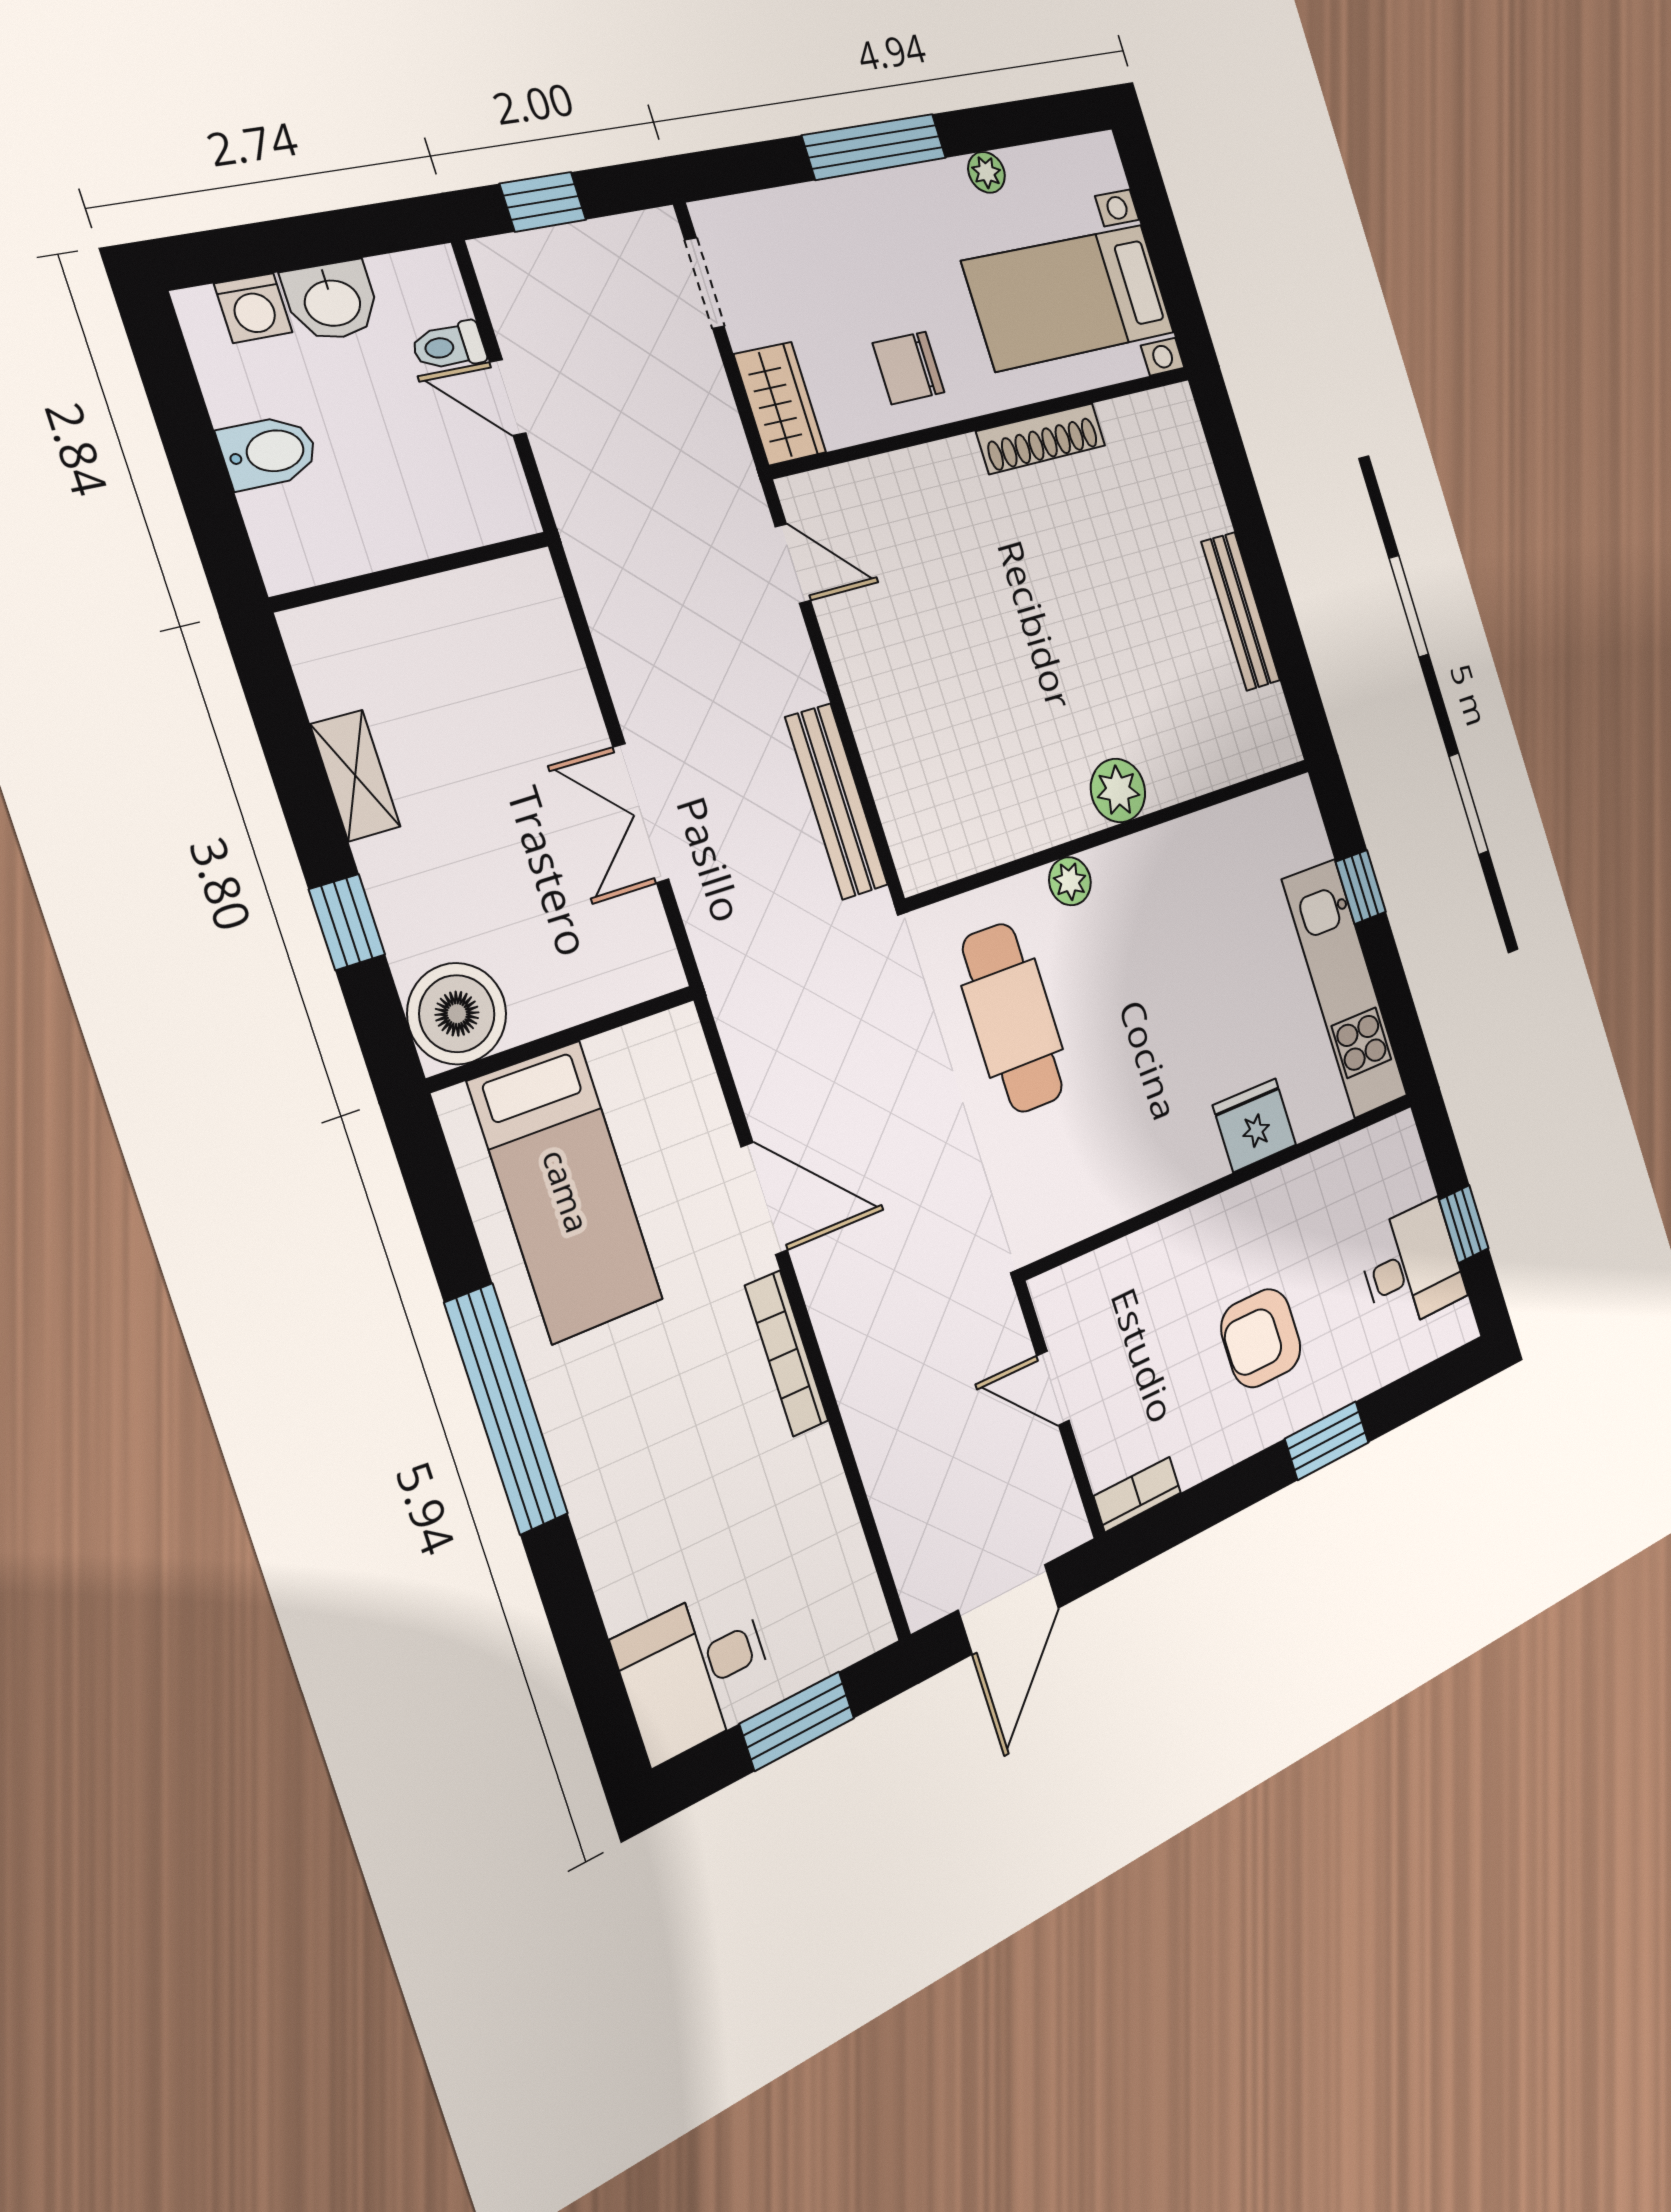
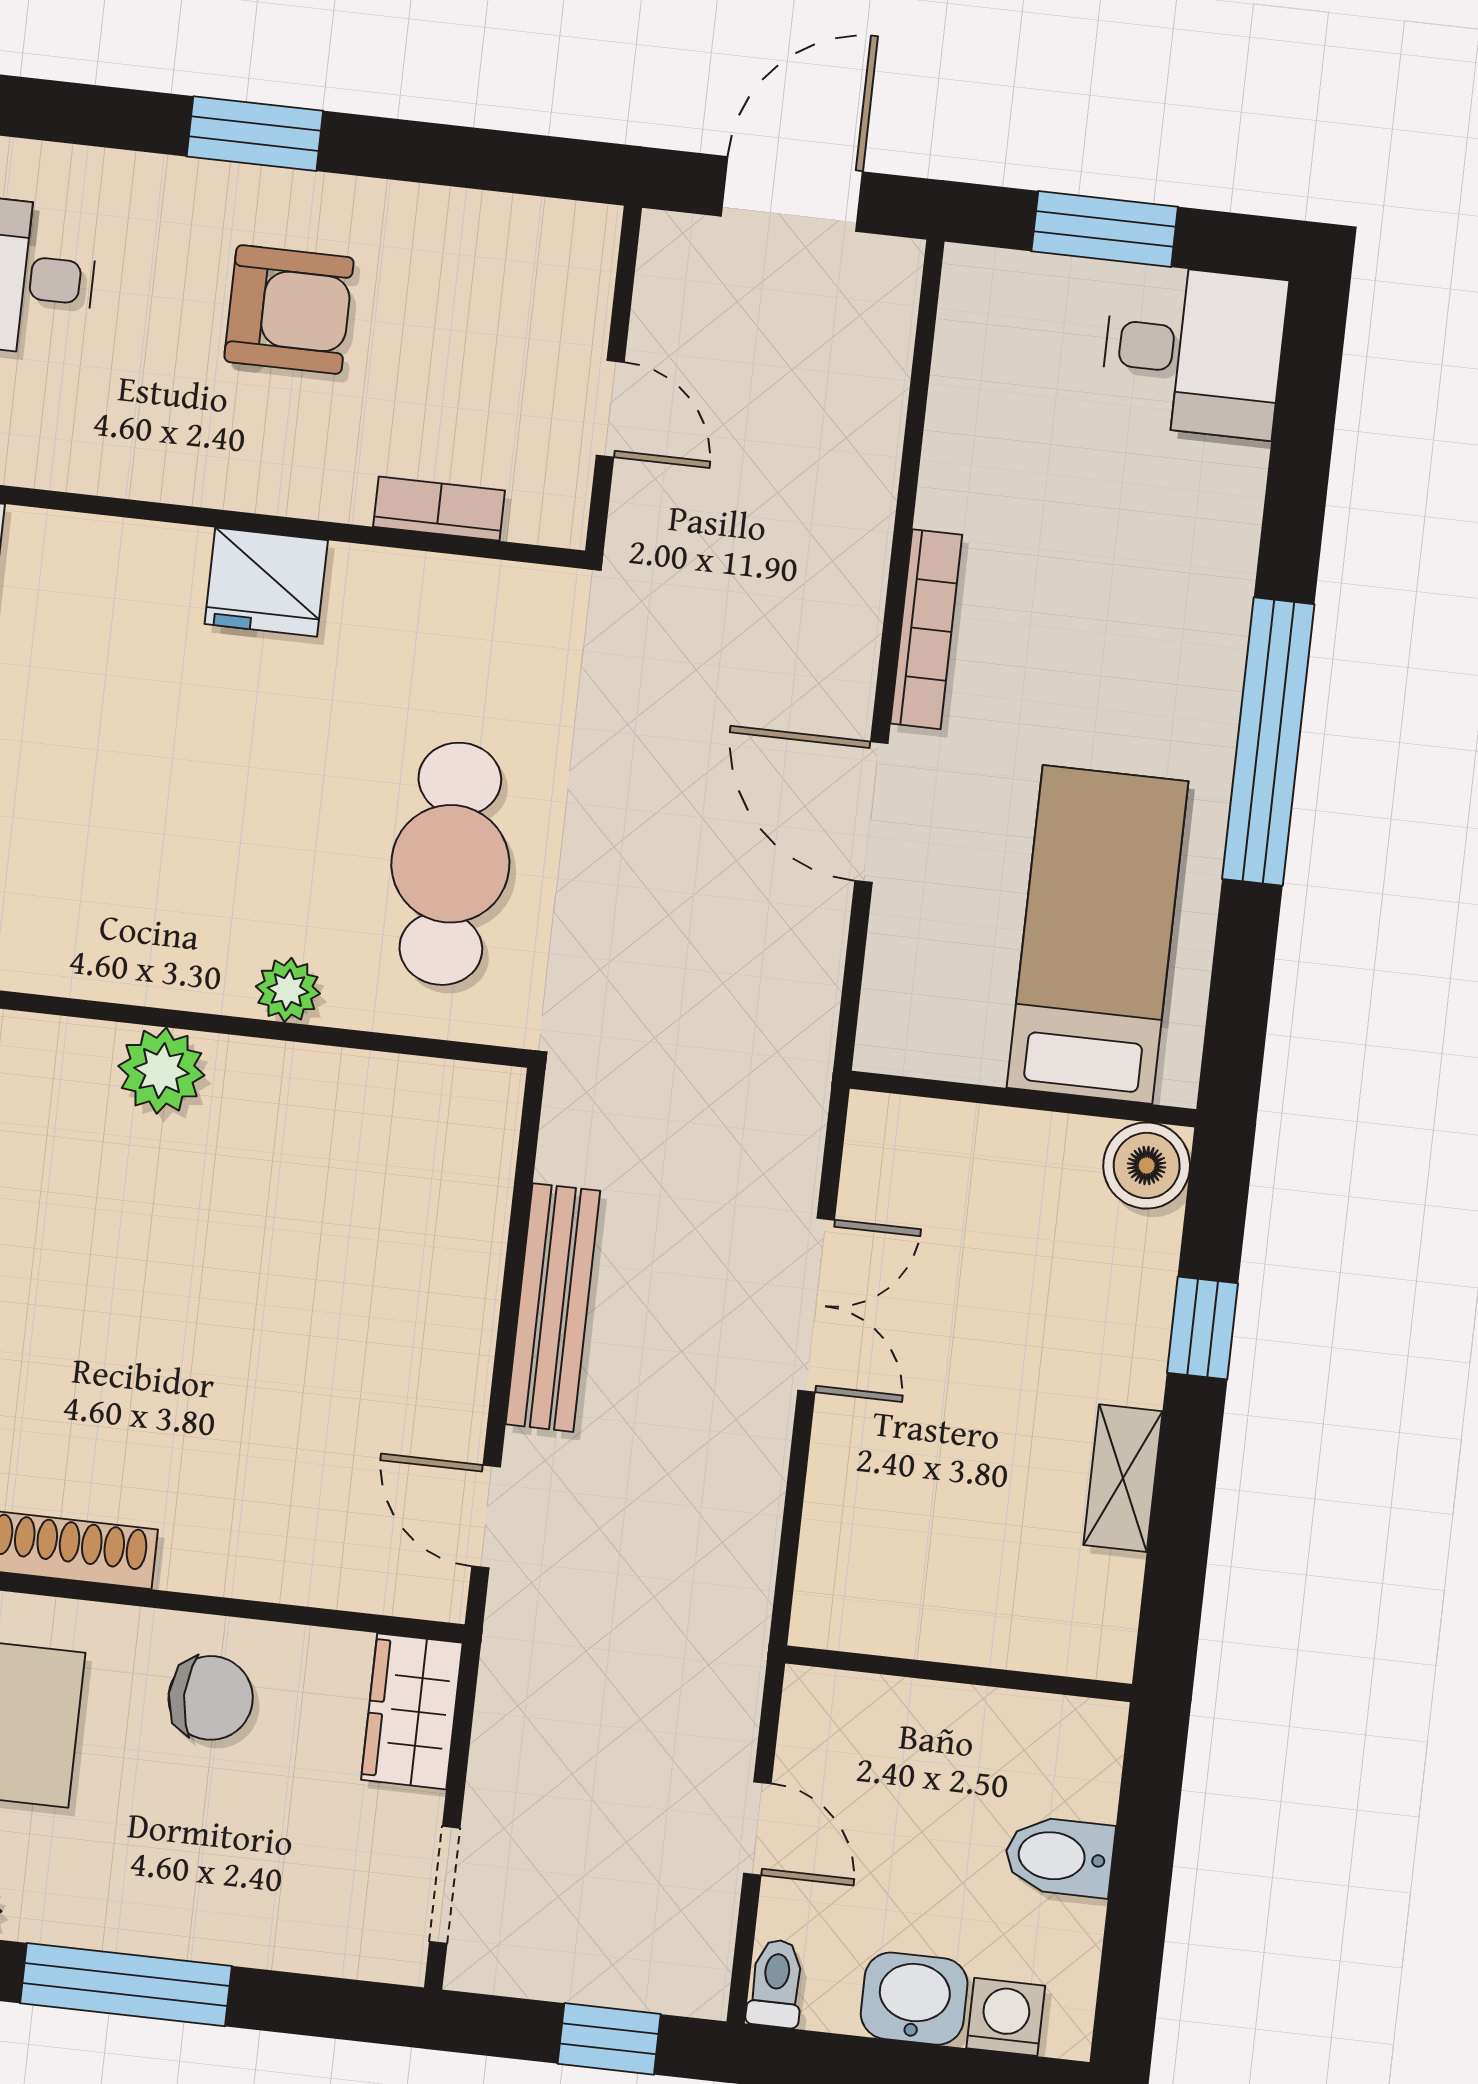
toilet: (449, 346) -> (776, 1983), moved, turned -90
bench: (837, 801) -> (553, 1308), moved
boiler: (457, 1014) -> (1147, 1166), width x0.73, depth x0.73
fridge: (1255, 1125) -> (266, 582), moved
bookcase: (1137, 1494) -> (439, 509), moved, turned 180

